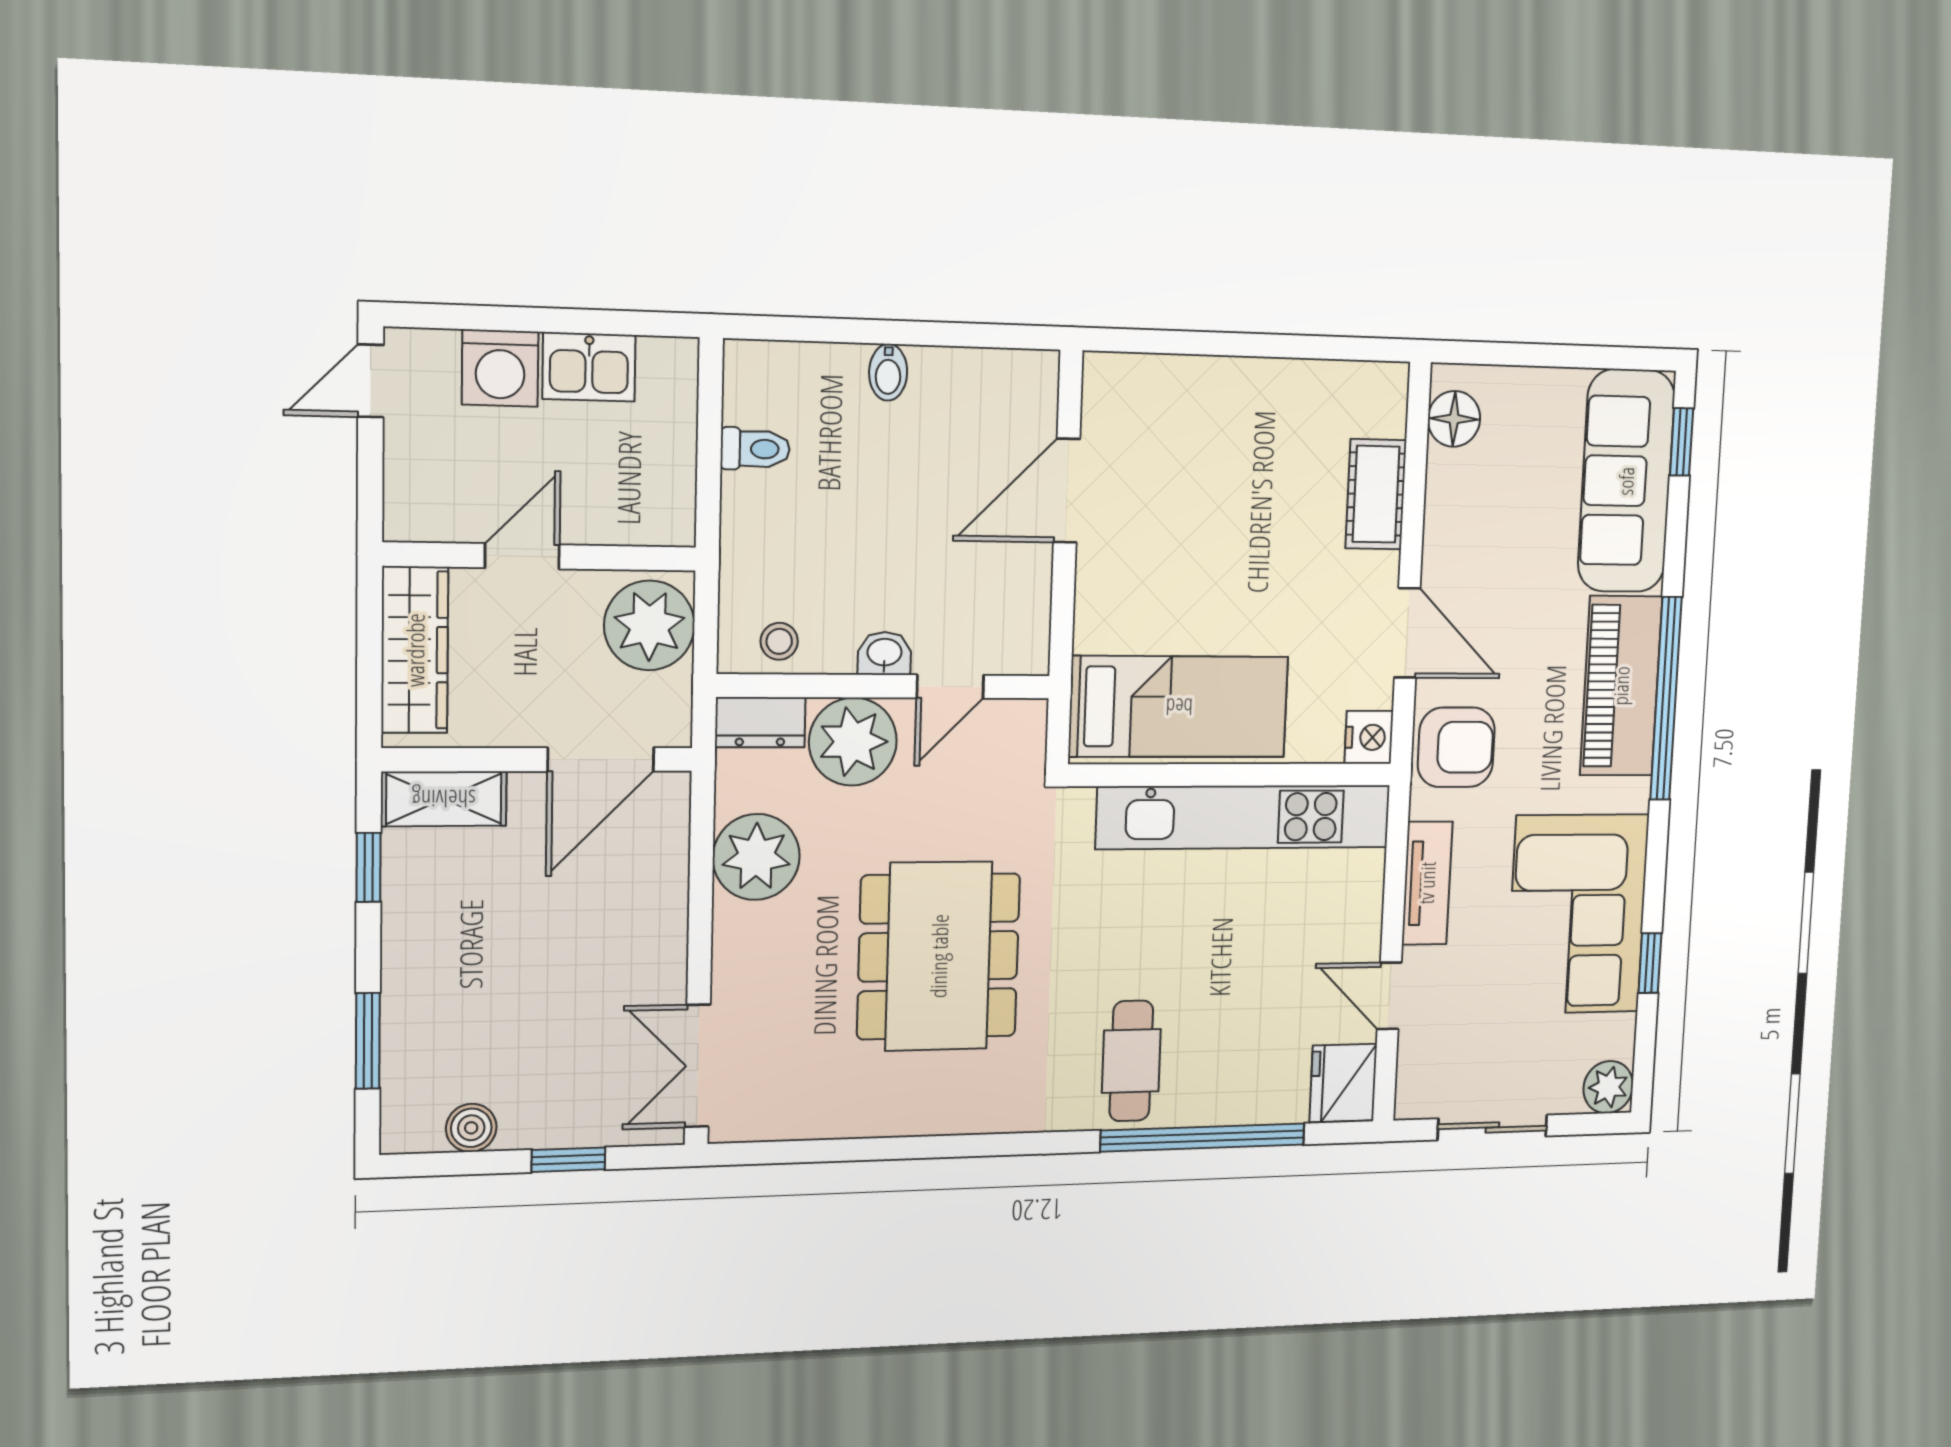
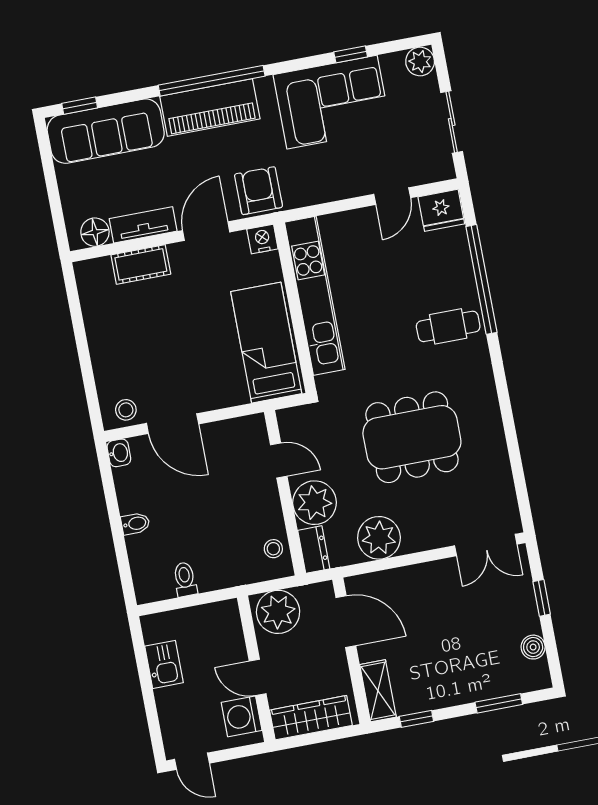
washing machine: (500, 368) -> (242, 716), moved, turned 180
stool: (1113, 404) -> (126, 410), added
washbasin: (884, 653) -> (119, 453), moved, turned 180
tv unit: (1427, 883) -> (143, 225), moved

